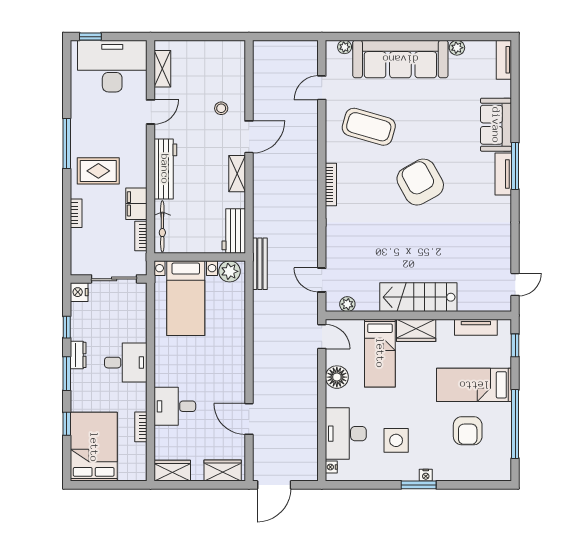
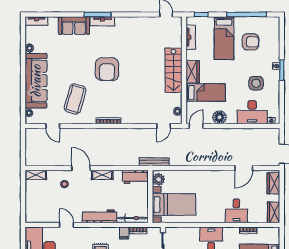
shelving: (162, 69) -> (36, 175), moved
armchair: (420, 182) -> (107, 69), turned -61
filing cabinet: (136, 204) -> (124, 233), width x0.50

